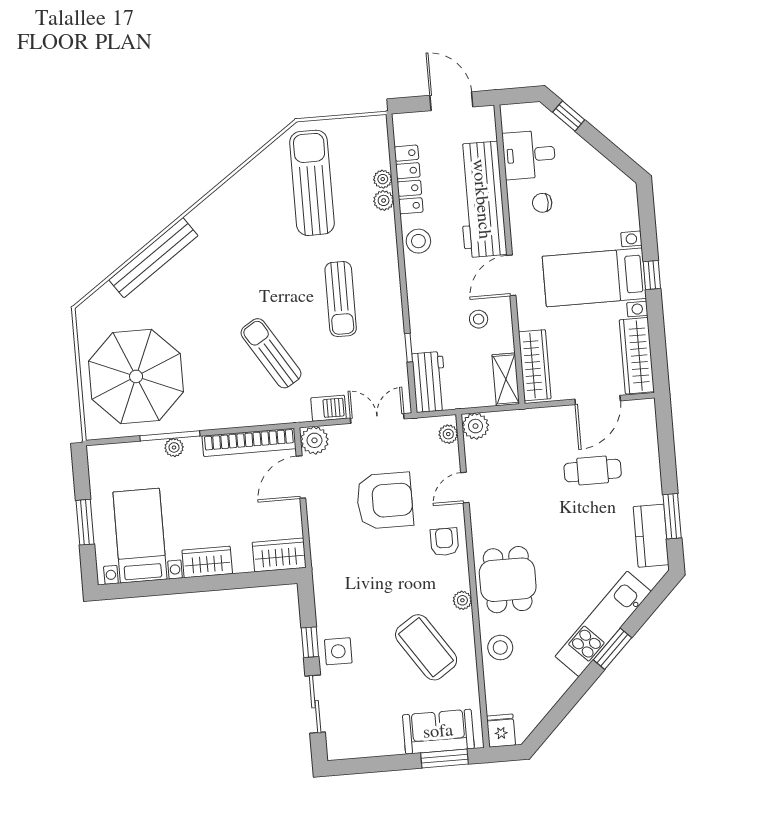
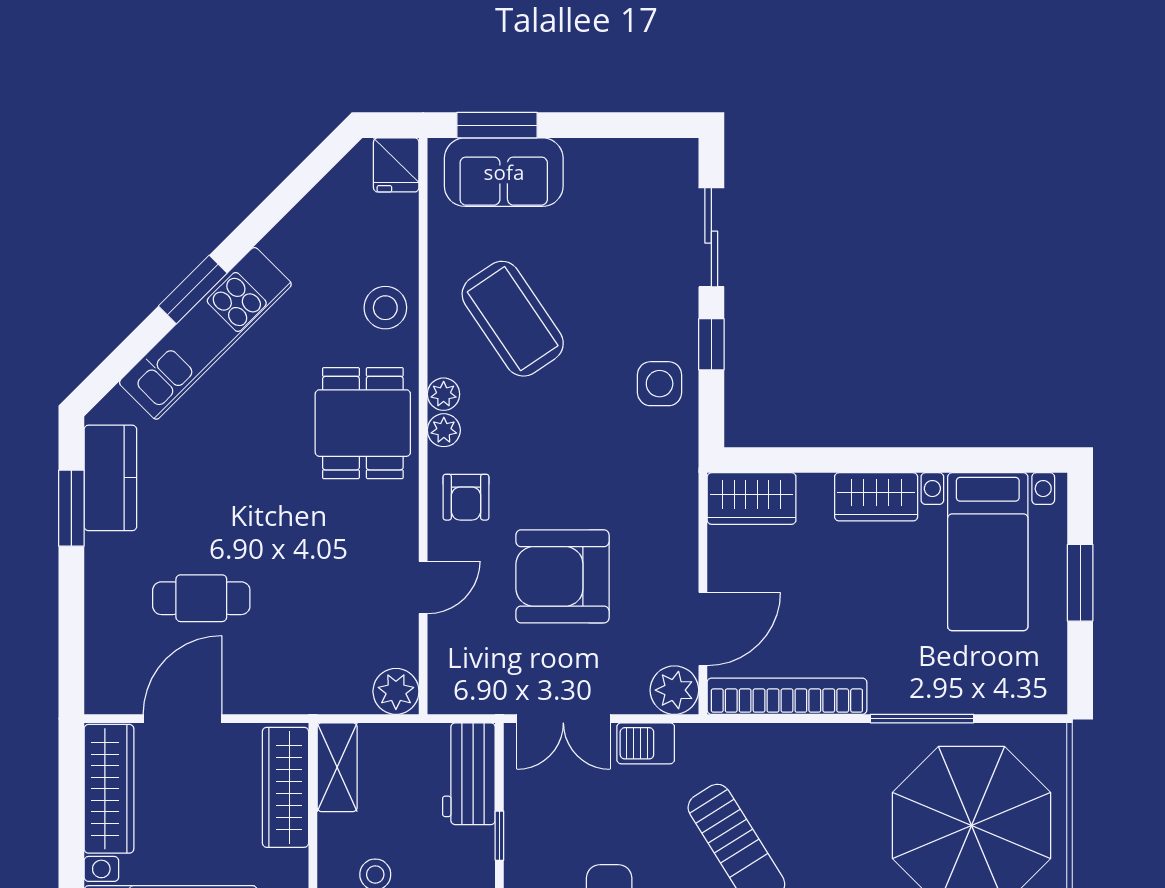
plant: (448, 434) -> (444, 430), moved
plant: (174, 447) -> (917, 698), removed
side table: (338, 651) -> (660, 384), moved

